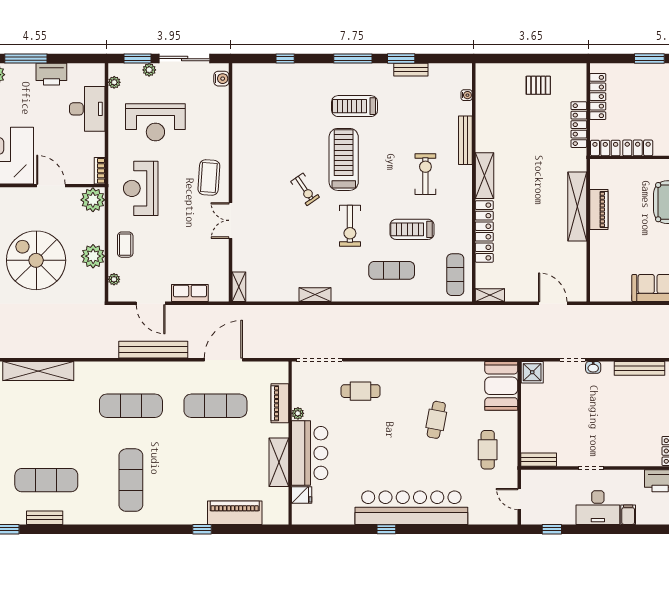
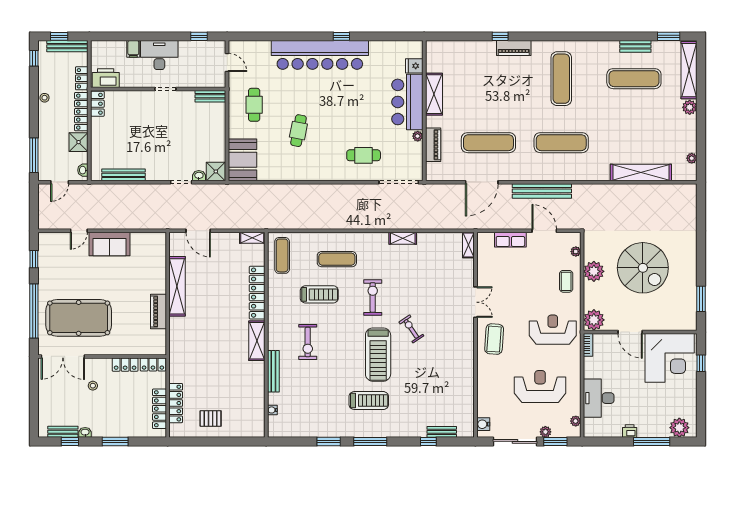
bench: (411, 70) -> (442, 432), moved
printer: (51, 74) -> (630, 431), width x0.53, depth x0.68
locker: (579, 125) -> (176, 403), moved
reception desk: (141, 188) -> (553, 330), turned -90
shelving: (577, 206) -> (177, 286), moved
washbasin: (593, 367) -> (199, 176), moved
piano: (235, 513) -> (514, 48), moved, width x0.73, depth x0.75

